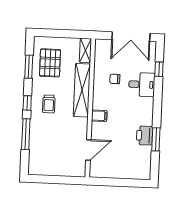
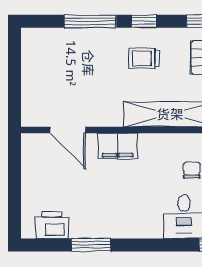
filing cabinet: (99, 116) -> (118, 146), width x2.00
printer: (145, 135) -> (52, 225), moved

